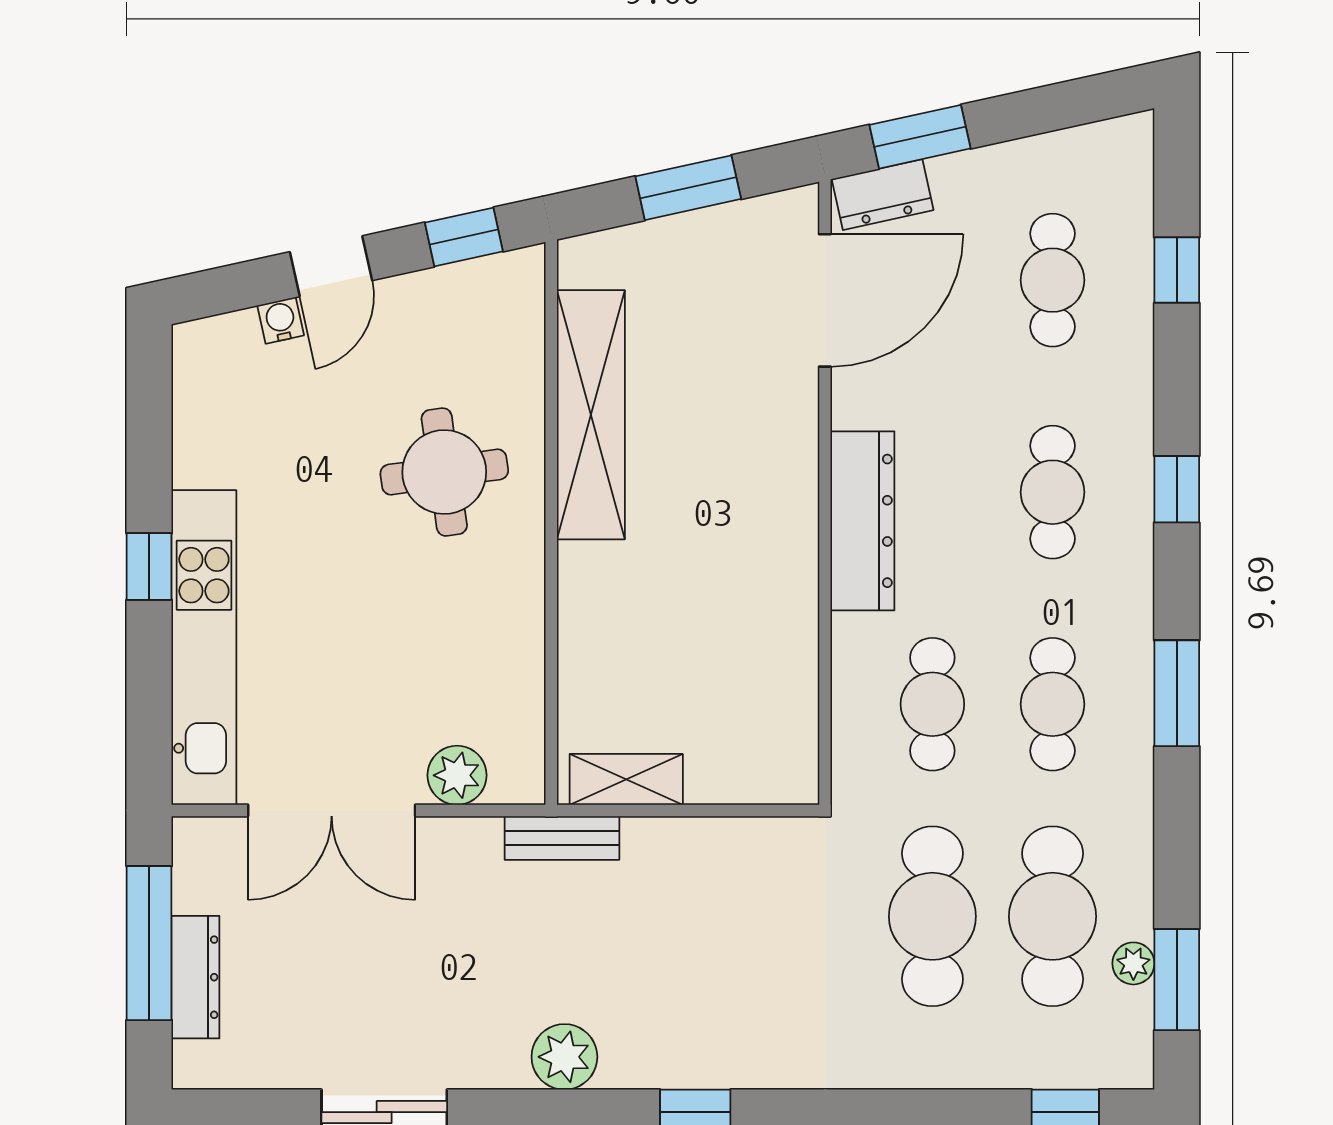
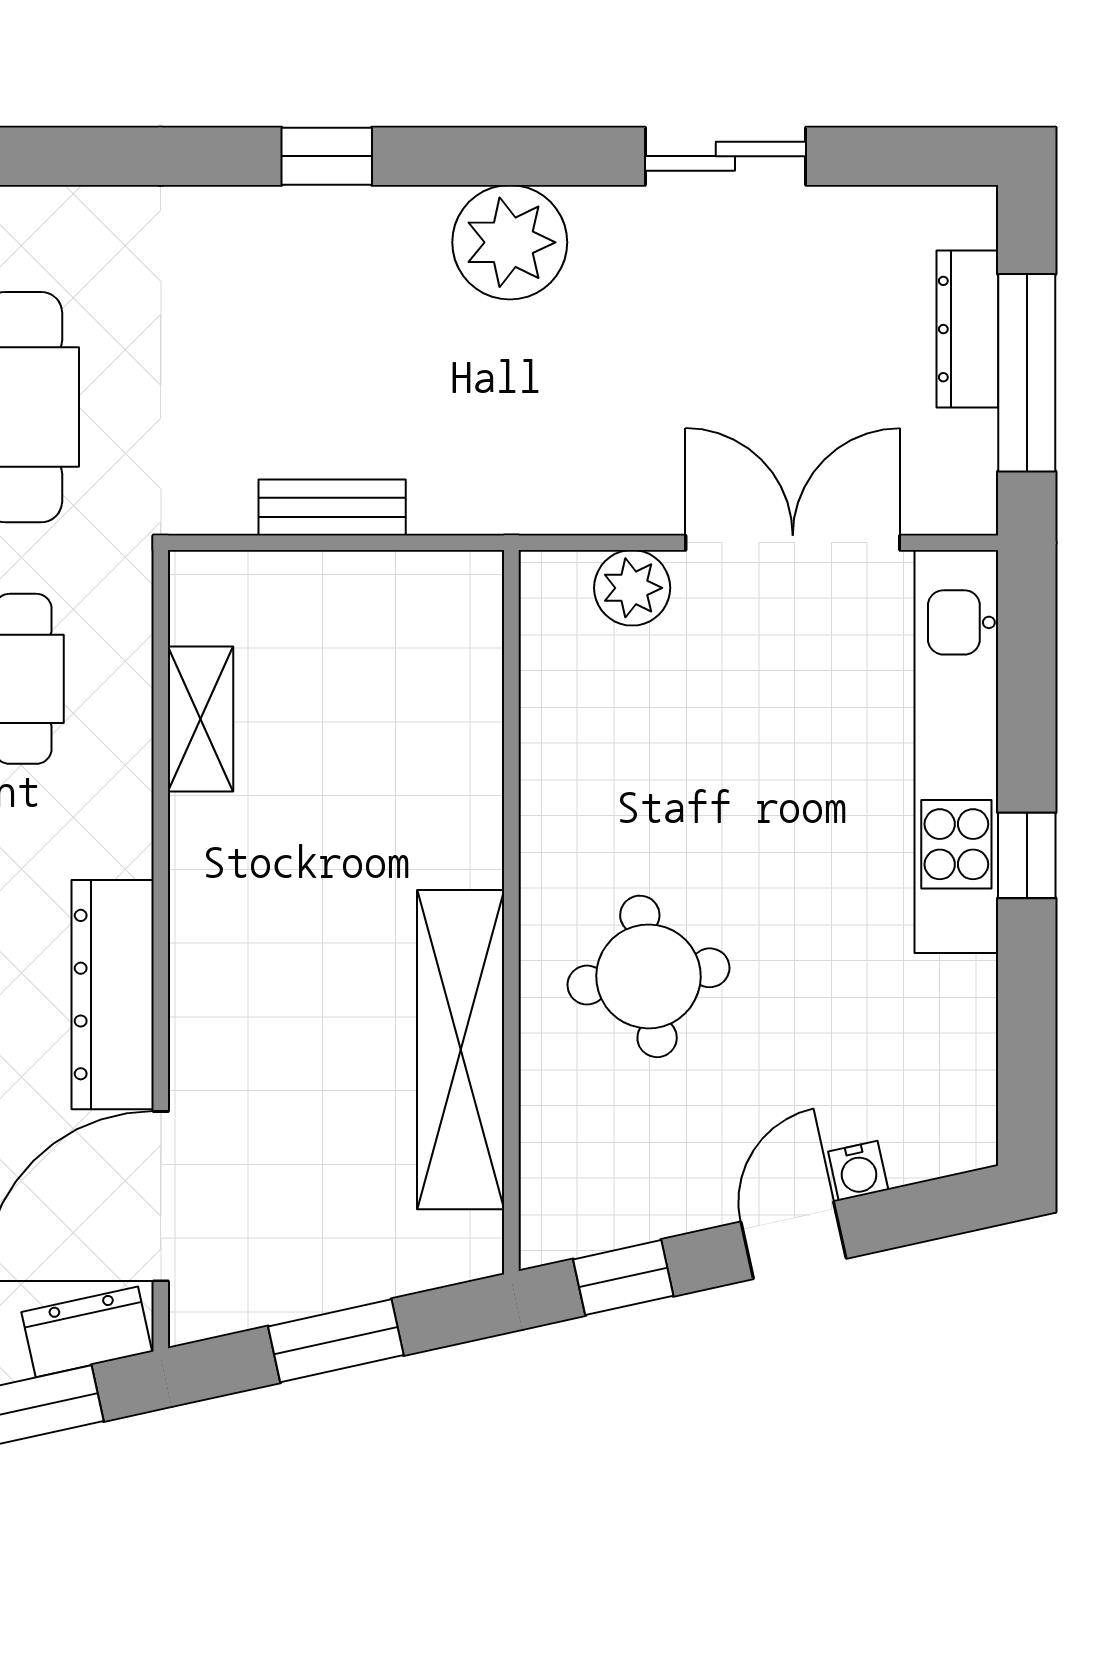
dresser: (862, 521) -> (113, 995), moved
shelving: (626, 779) -> (200, 719), moved, turned 90
bench: (562, 838) -> (332, 507), moved
plant: (564, 1057) -> (510, 242), width x1.36, depth x1.36

